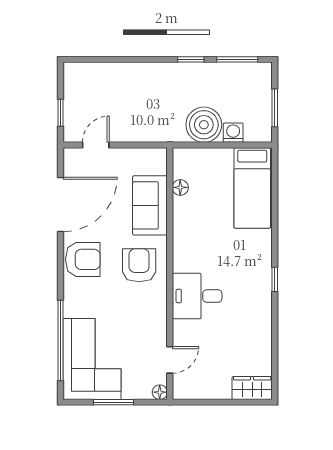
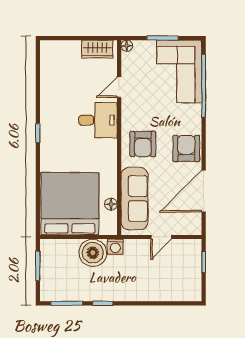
washing machine: (233, 133) -> (115, 247), moved
door: (96, 145) -> (161, 237), moved
bed: (252, 188) -> (70, 204), width x2.04
sofa: (150, 205) -> (134, 199), width x1.36
armchair: (83, 259) -> (186, 148), turned 90
door: (170, 360) -> (119, 87), moved
wardrobe: (252, 388) -> (97, 49), moved

